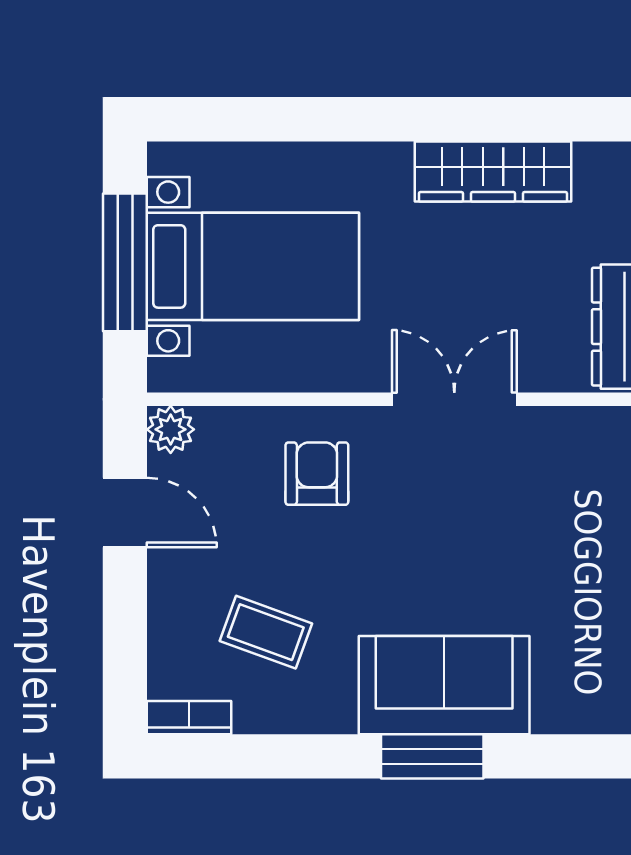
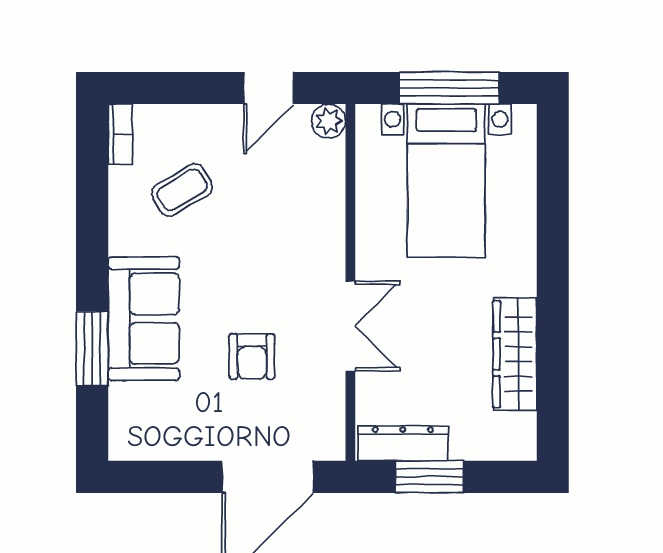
armchair: (317, 474) -> (252, 356), moved, turned 90
coffee table: (266, 632) -> (182, 190), turned 39
window: (432, 756) -> (92, 349), moved

